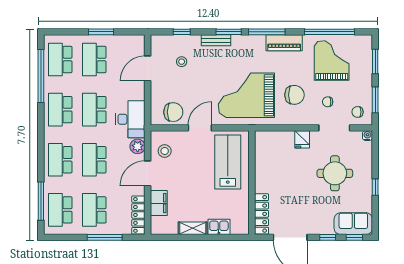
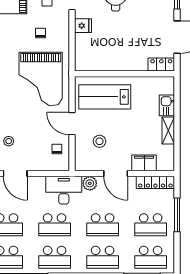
chair: (294, 95) -> (40, 33), width x0.54, depth x0.54
chair: (173, 112) -> (57, 149), width x0.54, depth x0.54
stool: (165, 151) -> (99, 141), moved
locker: (261, 214) -> (161, 65), width x0.66

